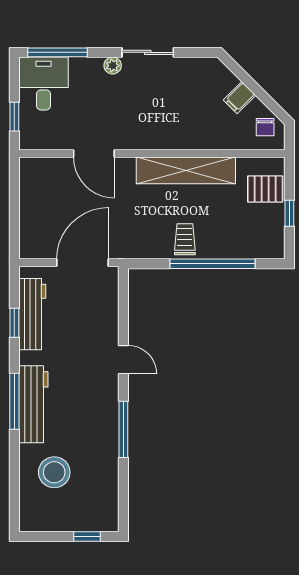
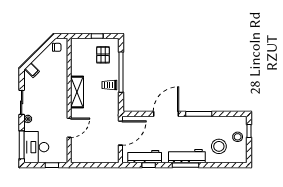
desk: (43, 83) -> (36, 147), width x1.37
filing cabinet: (239, 98) -> (32, 70), moved
shelving: (186, 170) -> (77, 92), width x0.68
pallet: (265, 189) -> (103, 55), moved
door: (83, 263) -> (120, 133), swing flipped
door: (123, 360) -> (166, 114), width x1.88
stool: (75, 512) -> (238, 137), added

